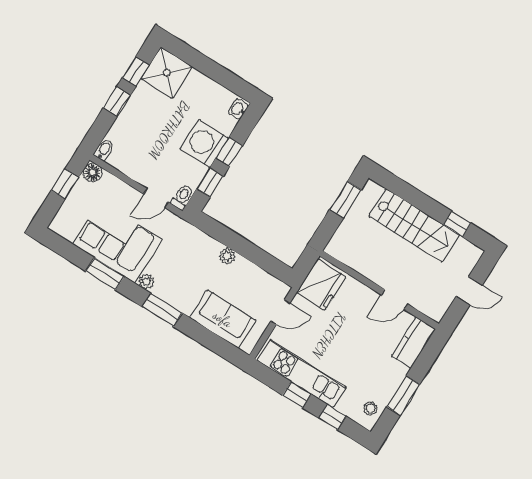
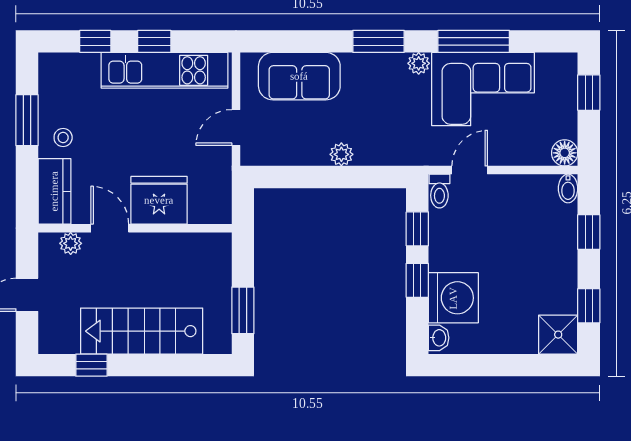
shower: (167, 73) -> (558, 335), width x0.73, depth x0.73
window: (117, 102) -> (589, 232), moved
washing machine: (204, 143) -> (453, 298), moved
window: (65, 184) -> (589, 93), moved
window: (105, 274) -> (474, 41), width x1.44
fridge: (321, 285) -> (159, 200), moved, turned 90
door: (394, 299) -> (110, 228), hinge flipped
plant: (424, 305) -> (71, 243), added
stool: (370, 409) -> (63, 137), moved

